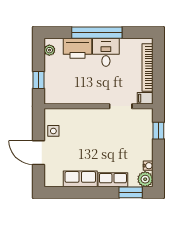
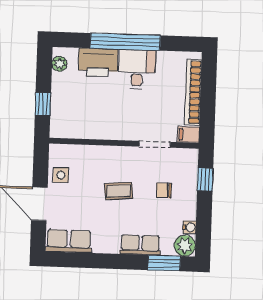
chair: (129, 140) -> (164, 190), added
coffee table: (96, 141) -> (119, 191), added
row of seats: (80, 179) -> (69, 241), moved

